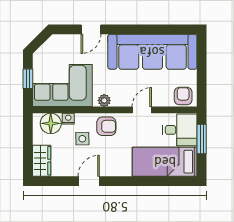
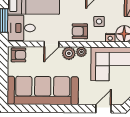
door: (91, 29) -> (103, 109), moved
armchair: (183, 96) -> (19, 55), turned -90
plant: (120, 99) -> (69, 53), added

